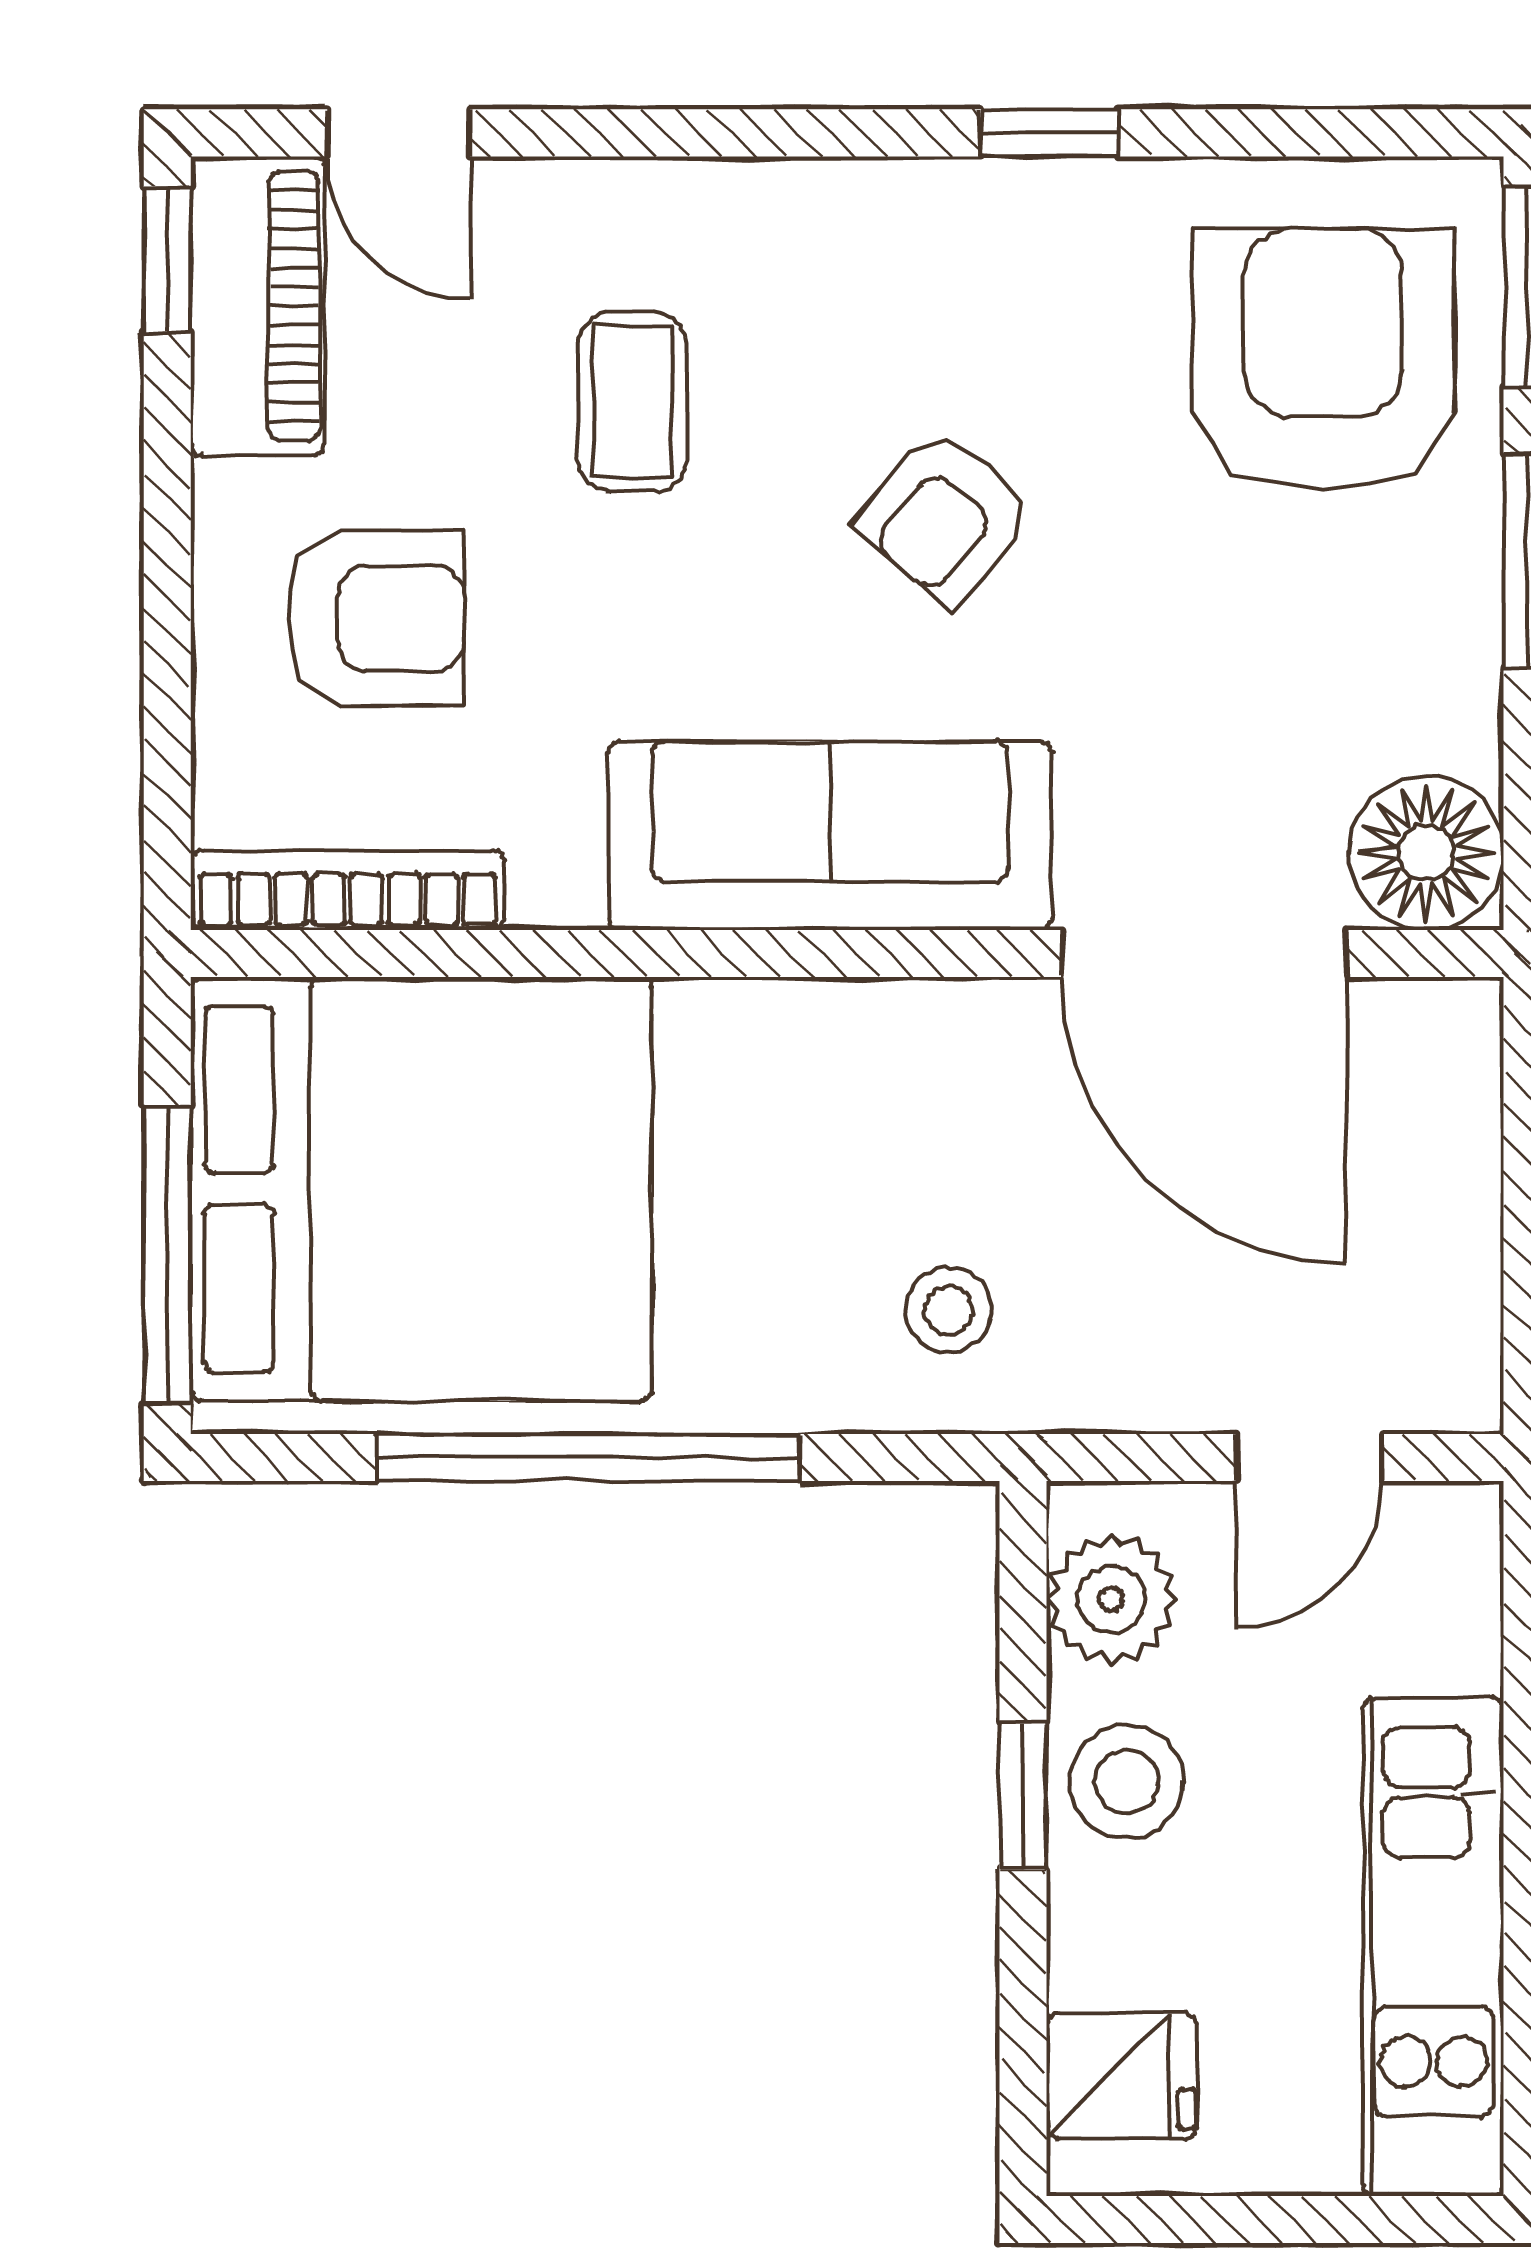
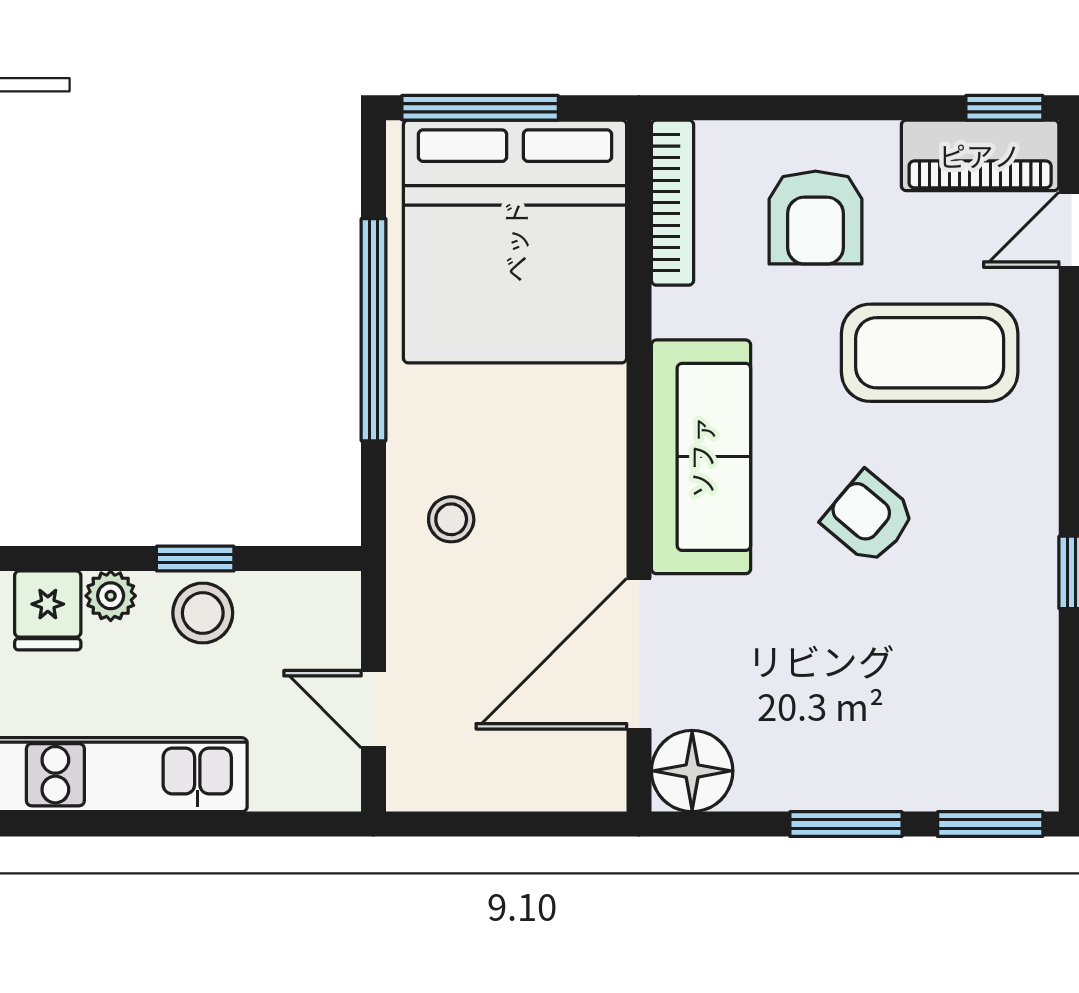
armchair: (1323, 359) -> (952, 717), removed
coffee table: (632, 402) -> (930, 353), width x1.86, depth x1.72
plant: (1111, 1599) -> (111, 596), moved, width x0.73, depth x0.73

